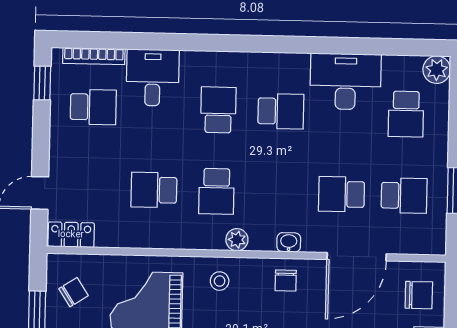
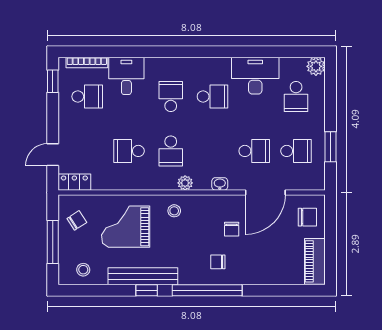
school desk: (342, 194) -> (254, 151), turned 180
chair: (286, 280) -> (232, 229), moved

